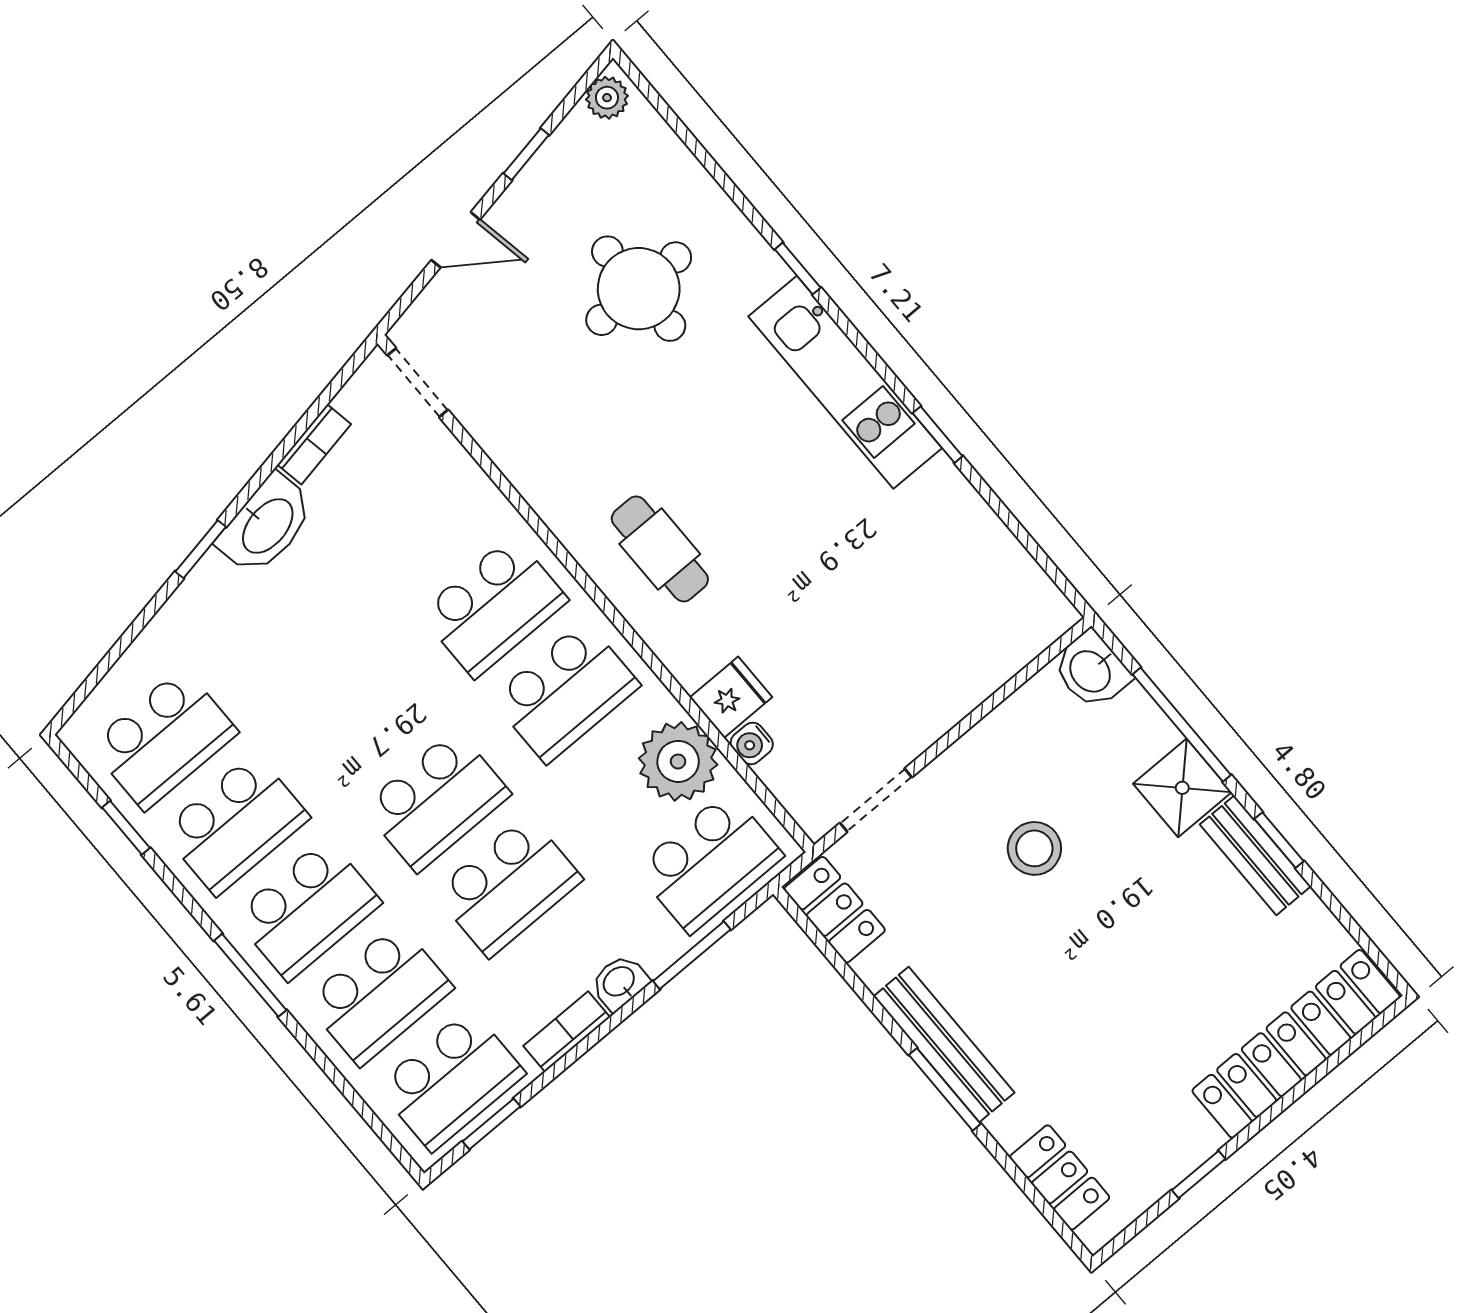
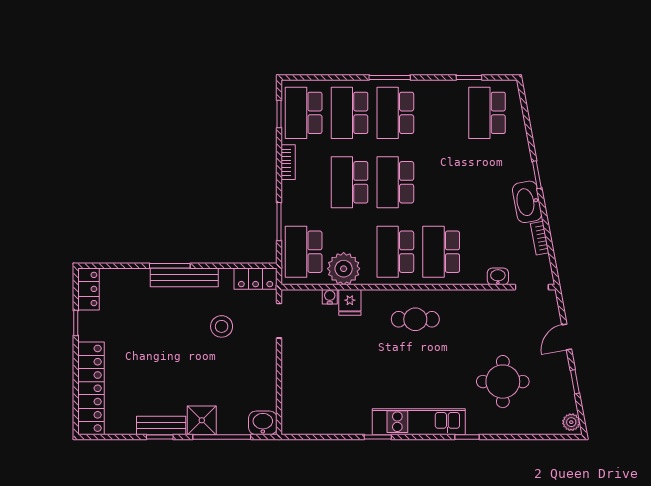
school desk: (235, 824) -> (441, 113), removed
stool: (1034, 848) -> (222, 326), moved
washbasin: (620, 982) -> (498, 276), moved, turned -90
locker: (1060, 1177) -> (89, 289), moved, turned -90

